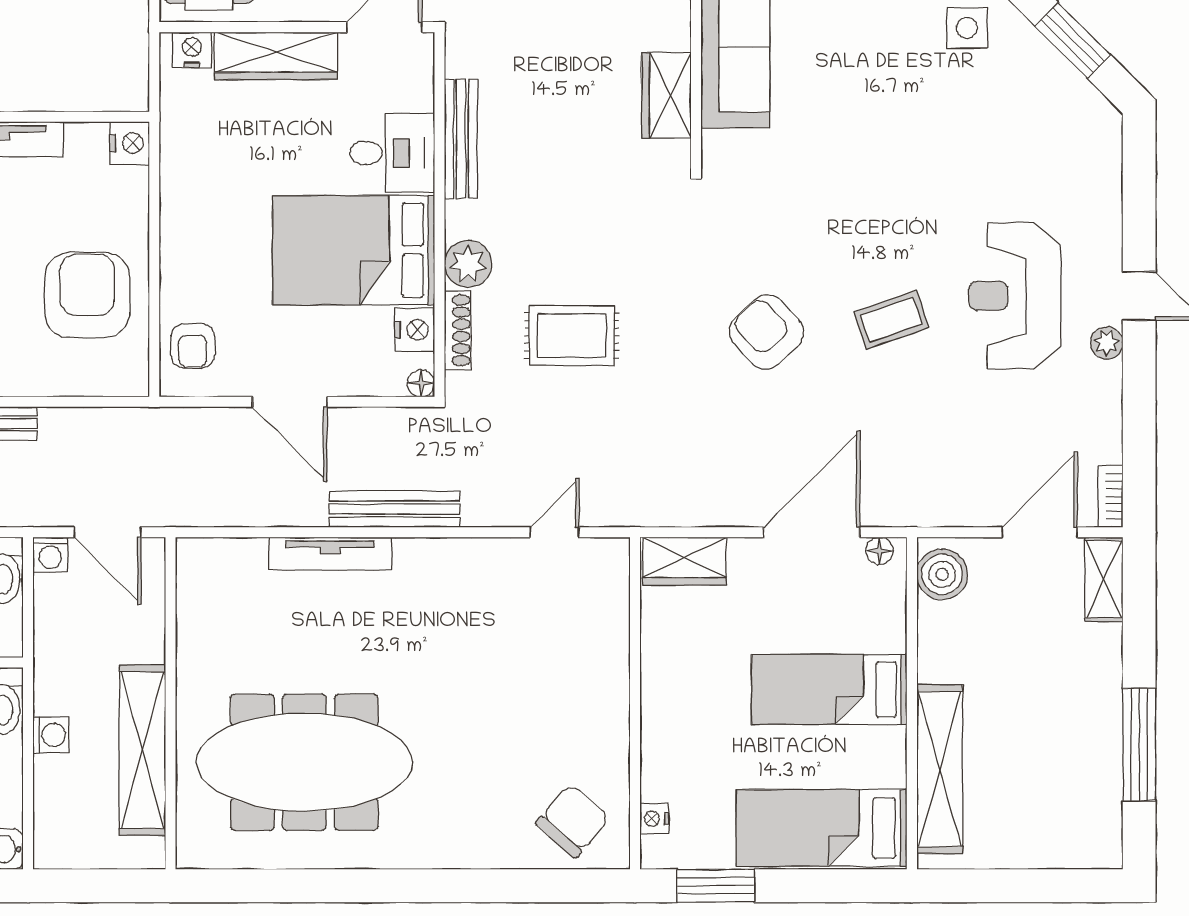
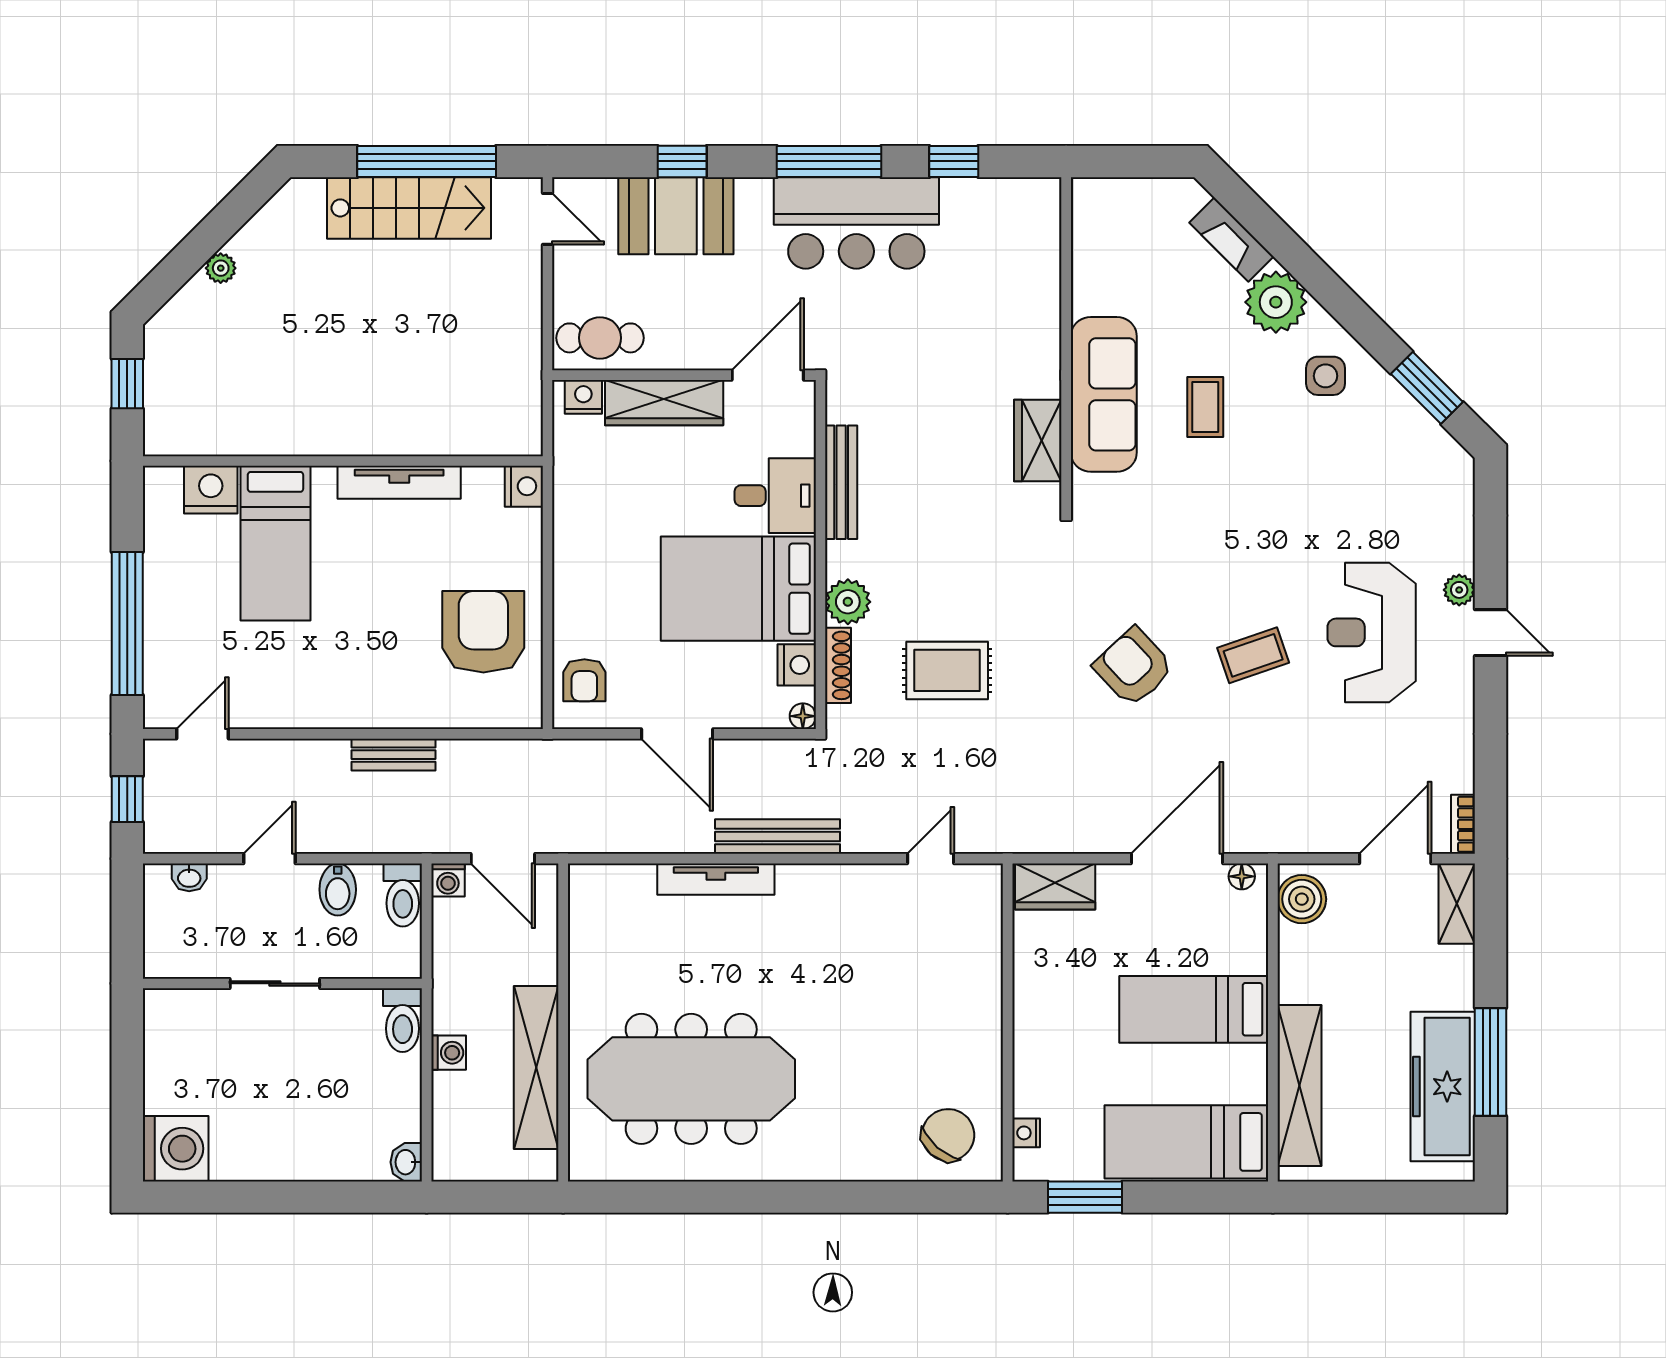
coffee table: (841, 60) -> (1205, 407), added
plant: (1107, 343) -> (1459, 590), moved
freezer: (1089, 770) -> (1443, 1087), added

